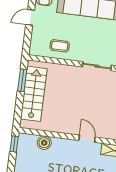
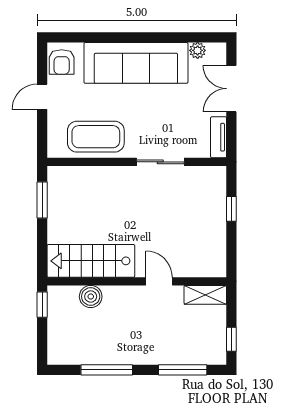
coffee table: (60, 46) -> (96, 137), width x1.86, depth x1.72
stairs: (34, 94) -> (91, 261), moved, turned -90

